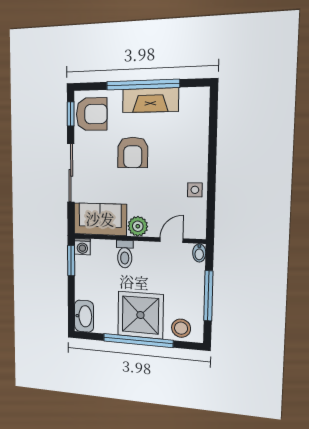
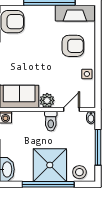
fireplace: (150, 100) -> (75, 13), moved
armchair: (133, 152) -> (73, 46), moved, turned -90
toilet: (125, 254) -> (51, 121), moved

